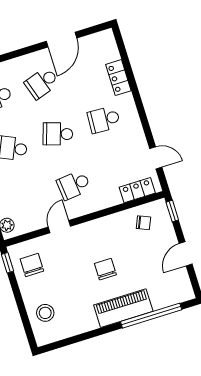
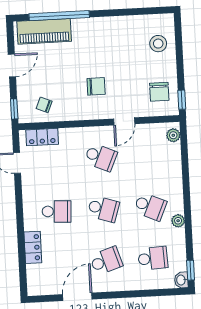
school desk: (74, 185) -> (101, 157), turned 30
chair: (105, 269) -> (96, 86), moved, turned -90
piano: (123, 308) -> (44, 31), moved

